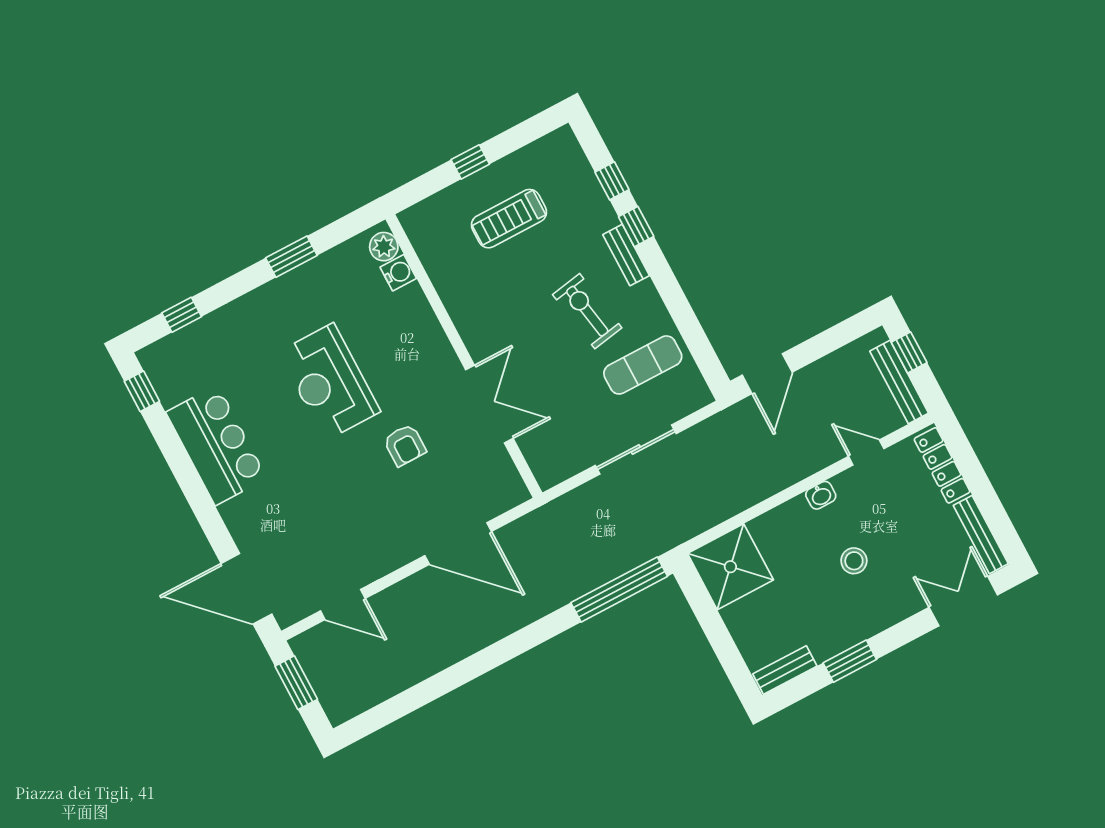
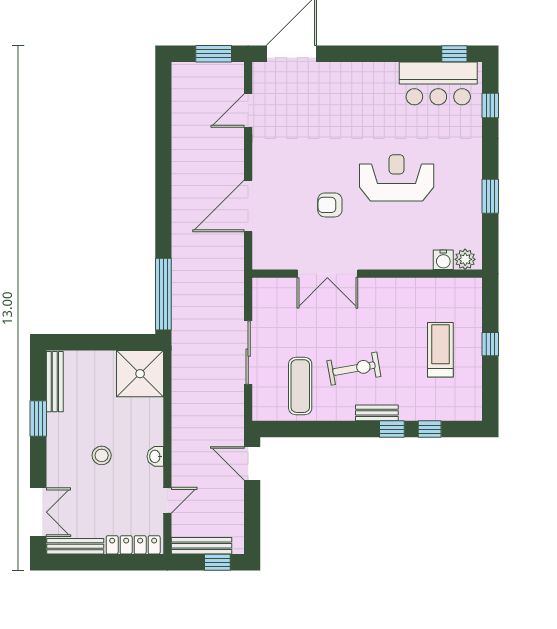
bar counter: (216, 445) -> (438, 83), moved
bench: (785, 670) -> (55, 382), width x1.36

